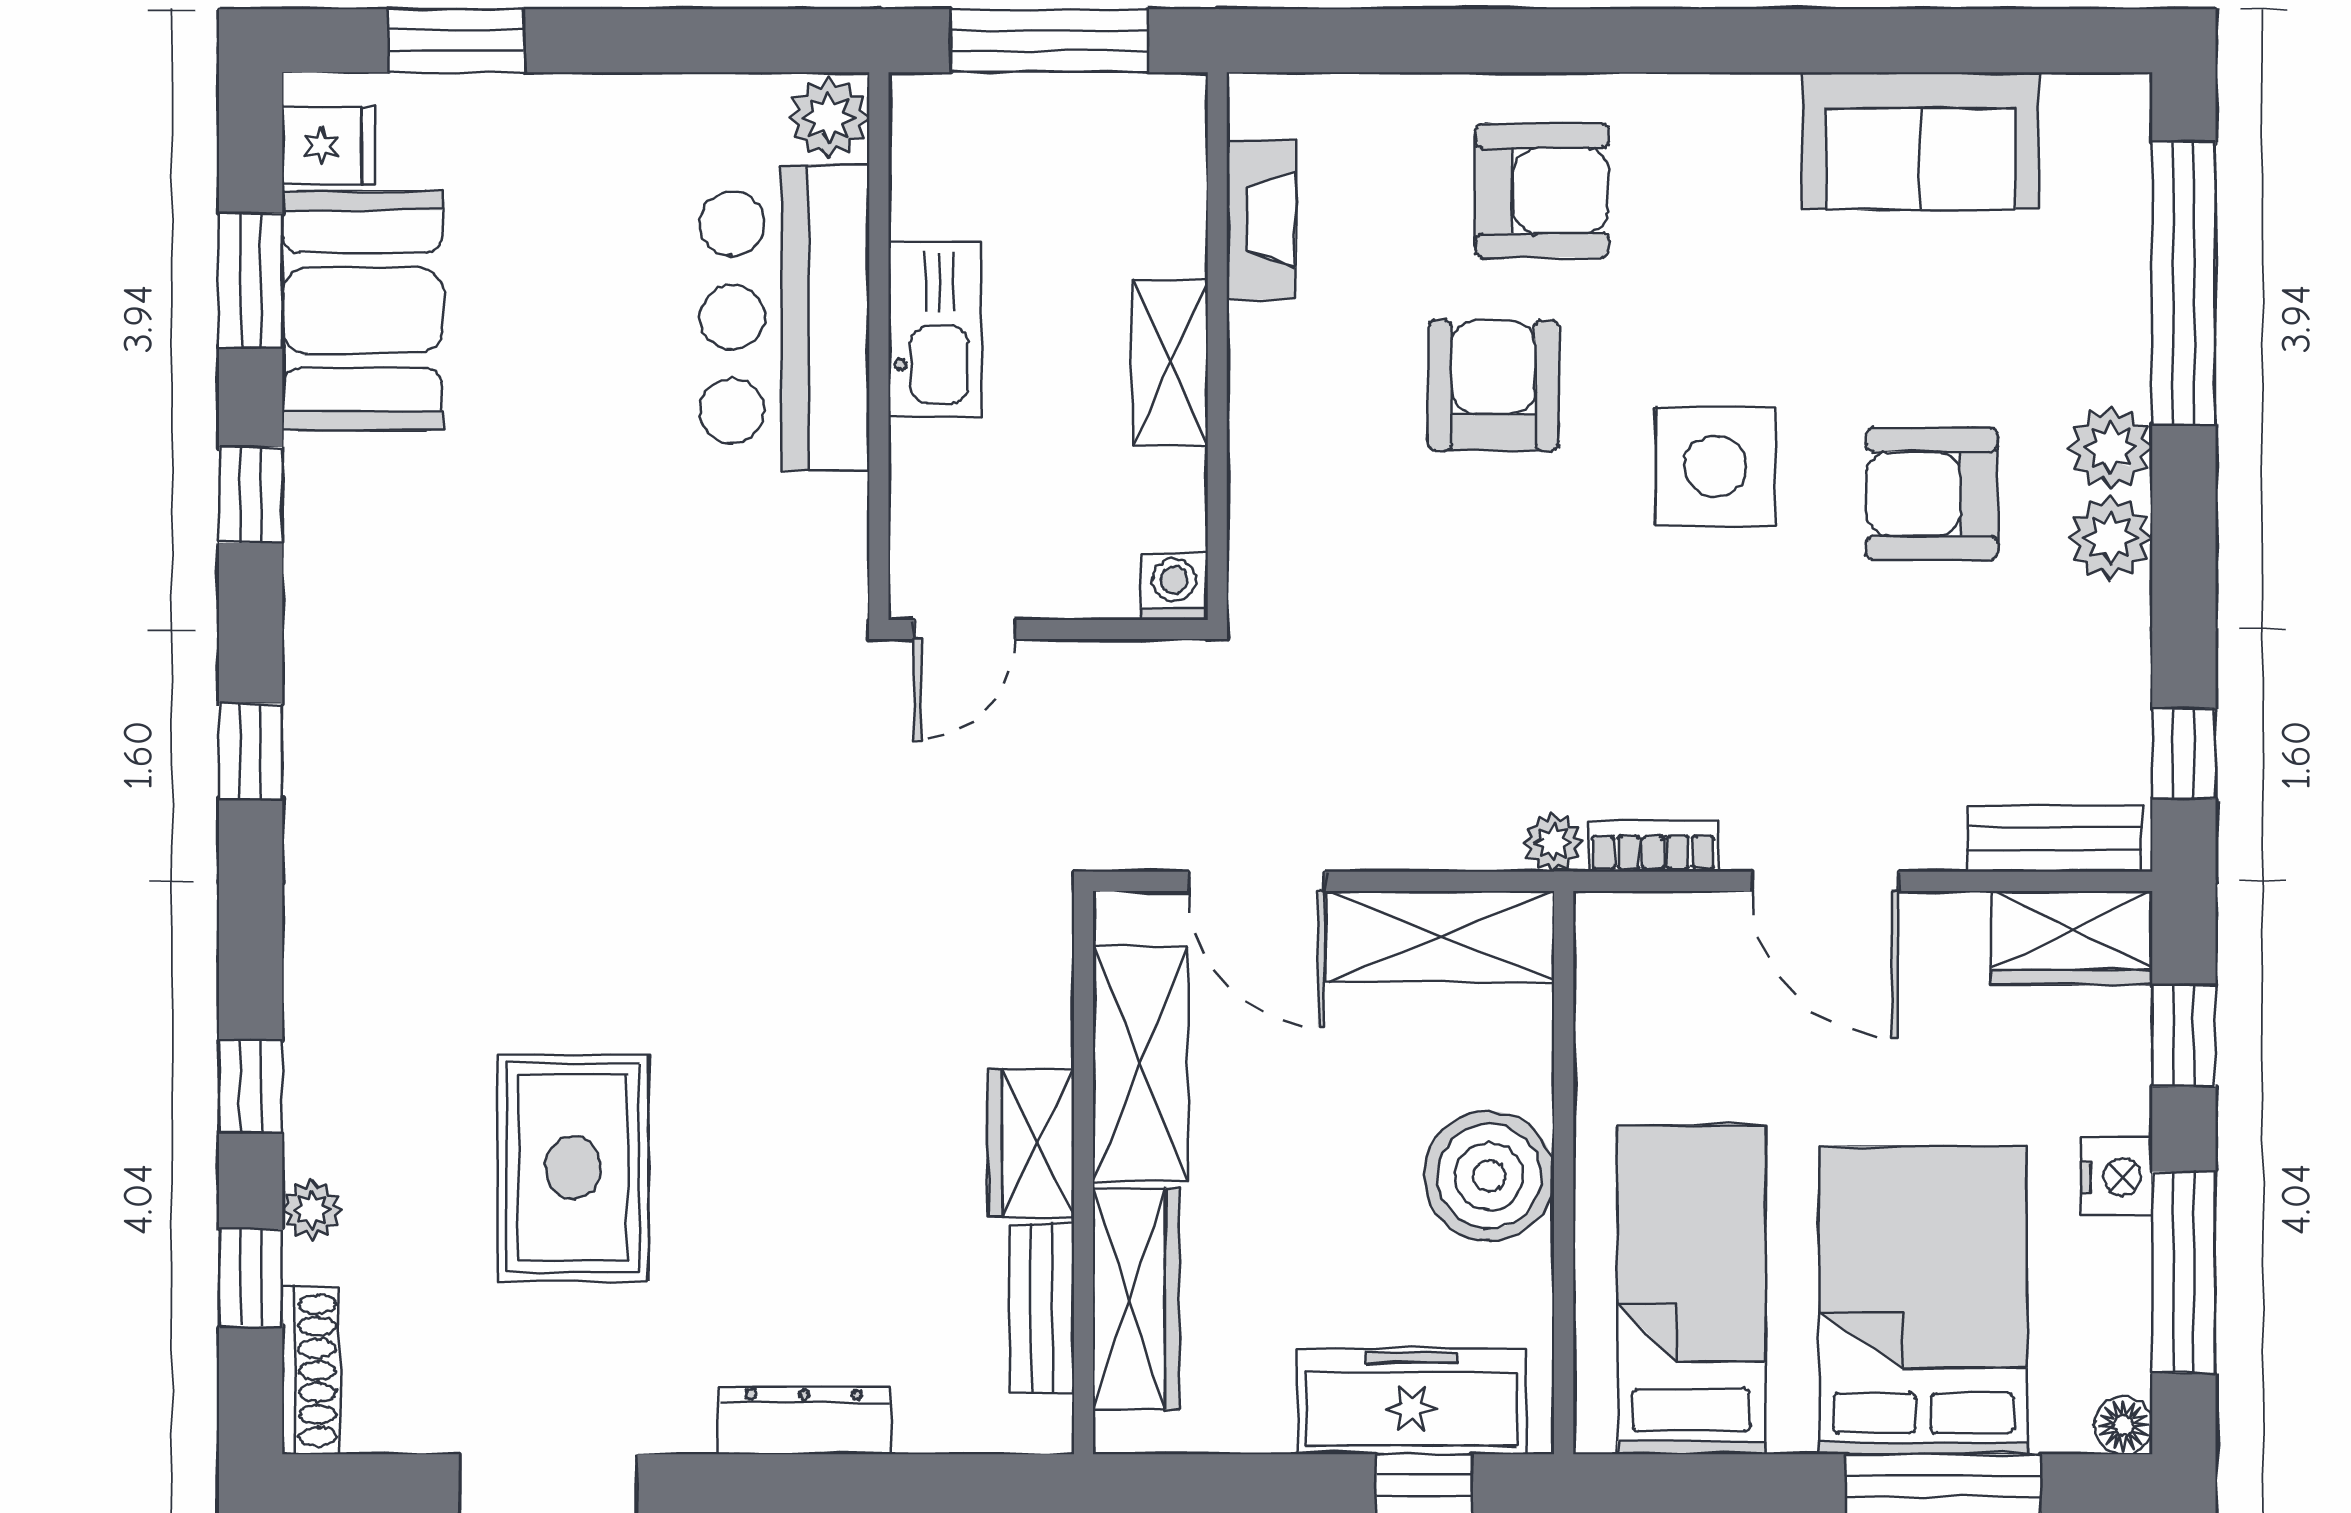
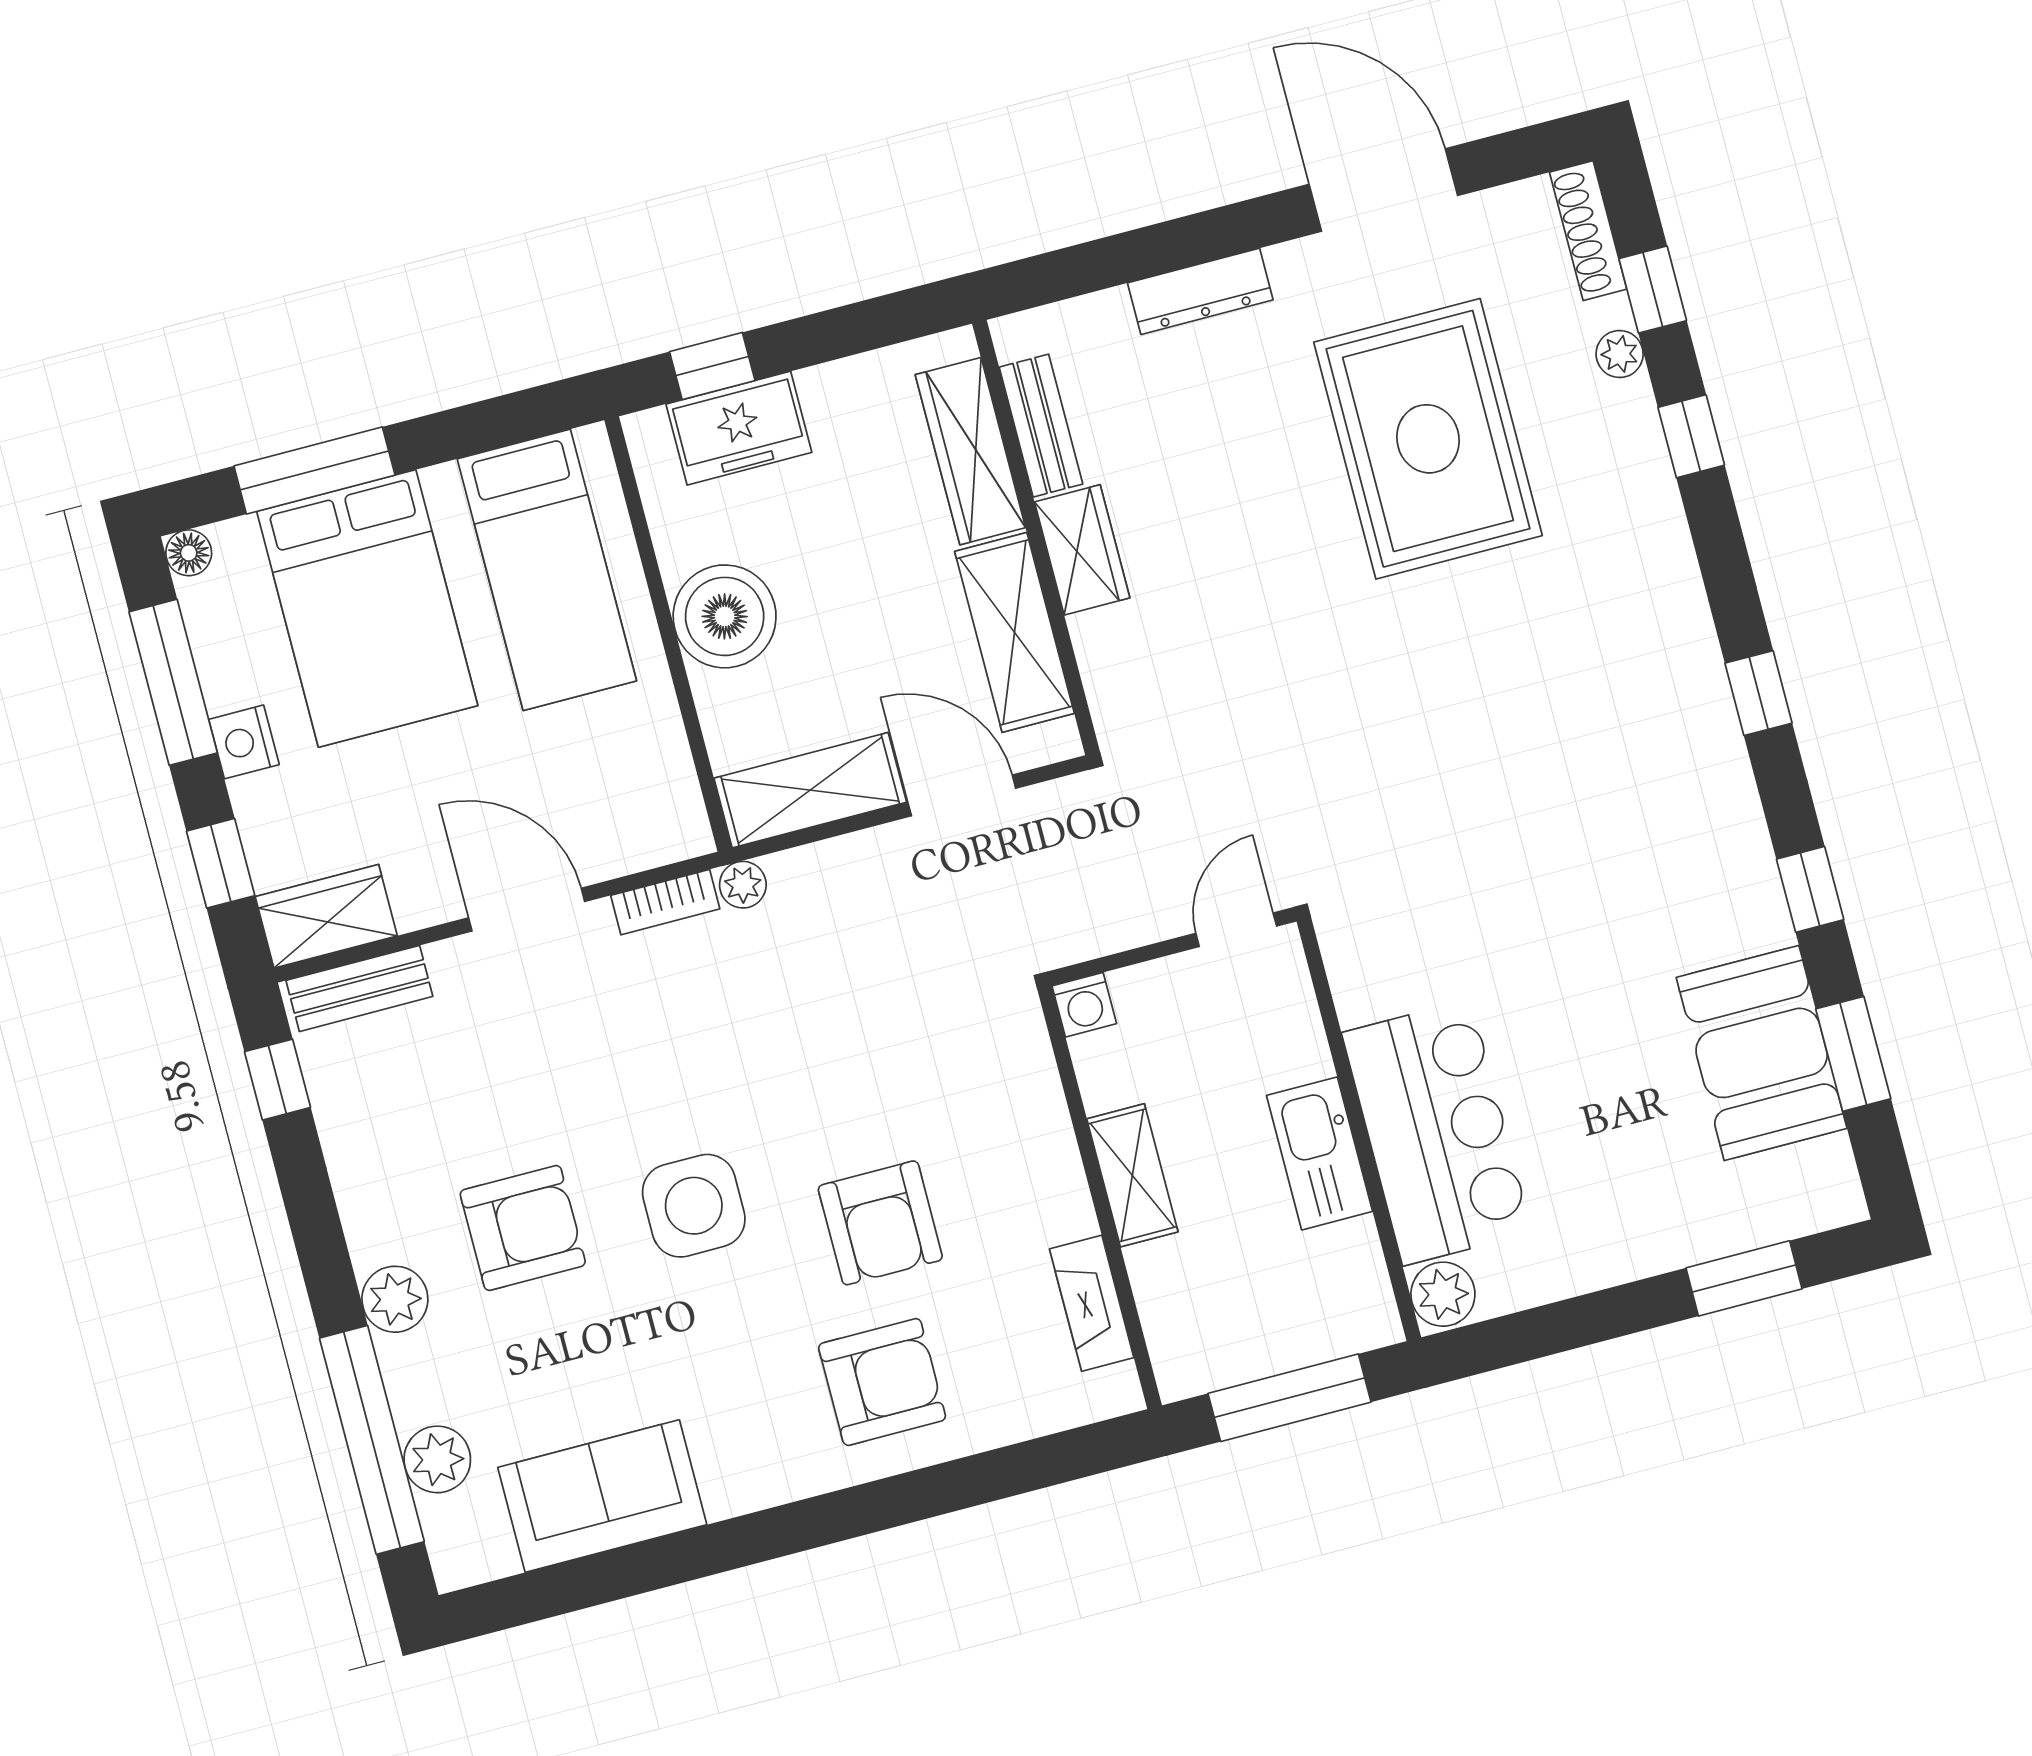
fridge: (329, 146) -> (1821, 1172), removed
armchair: (1542, 190) -> (882, 1382), turned 180
plant: (2110, 538) -> (437, 1459), moved
rug: (573, 1168) -> (1428, 439), width x1.37, depth x1.44
freezer: (1411, 1401) -> (739, 428), width x0.71

